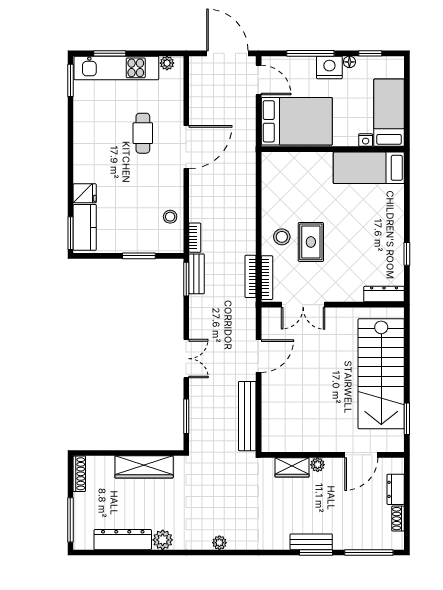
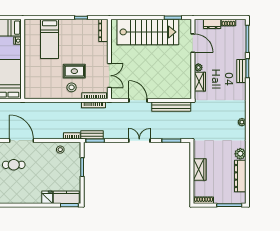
bed: (369, 168) -> (50, 39), moved
wardrobe: (144, 467) -> (200, 170), width x0.67

